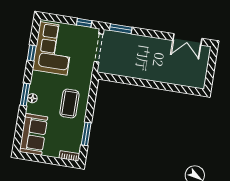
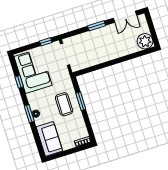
window: (121, 29) -> (97, 26), moved
plant: (196, 78) -> (145, 41), added
window: (86, 134) -> (81, 101), moved

